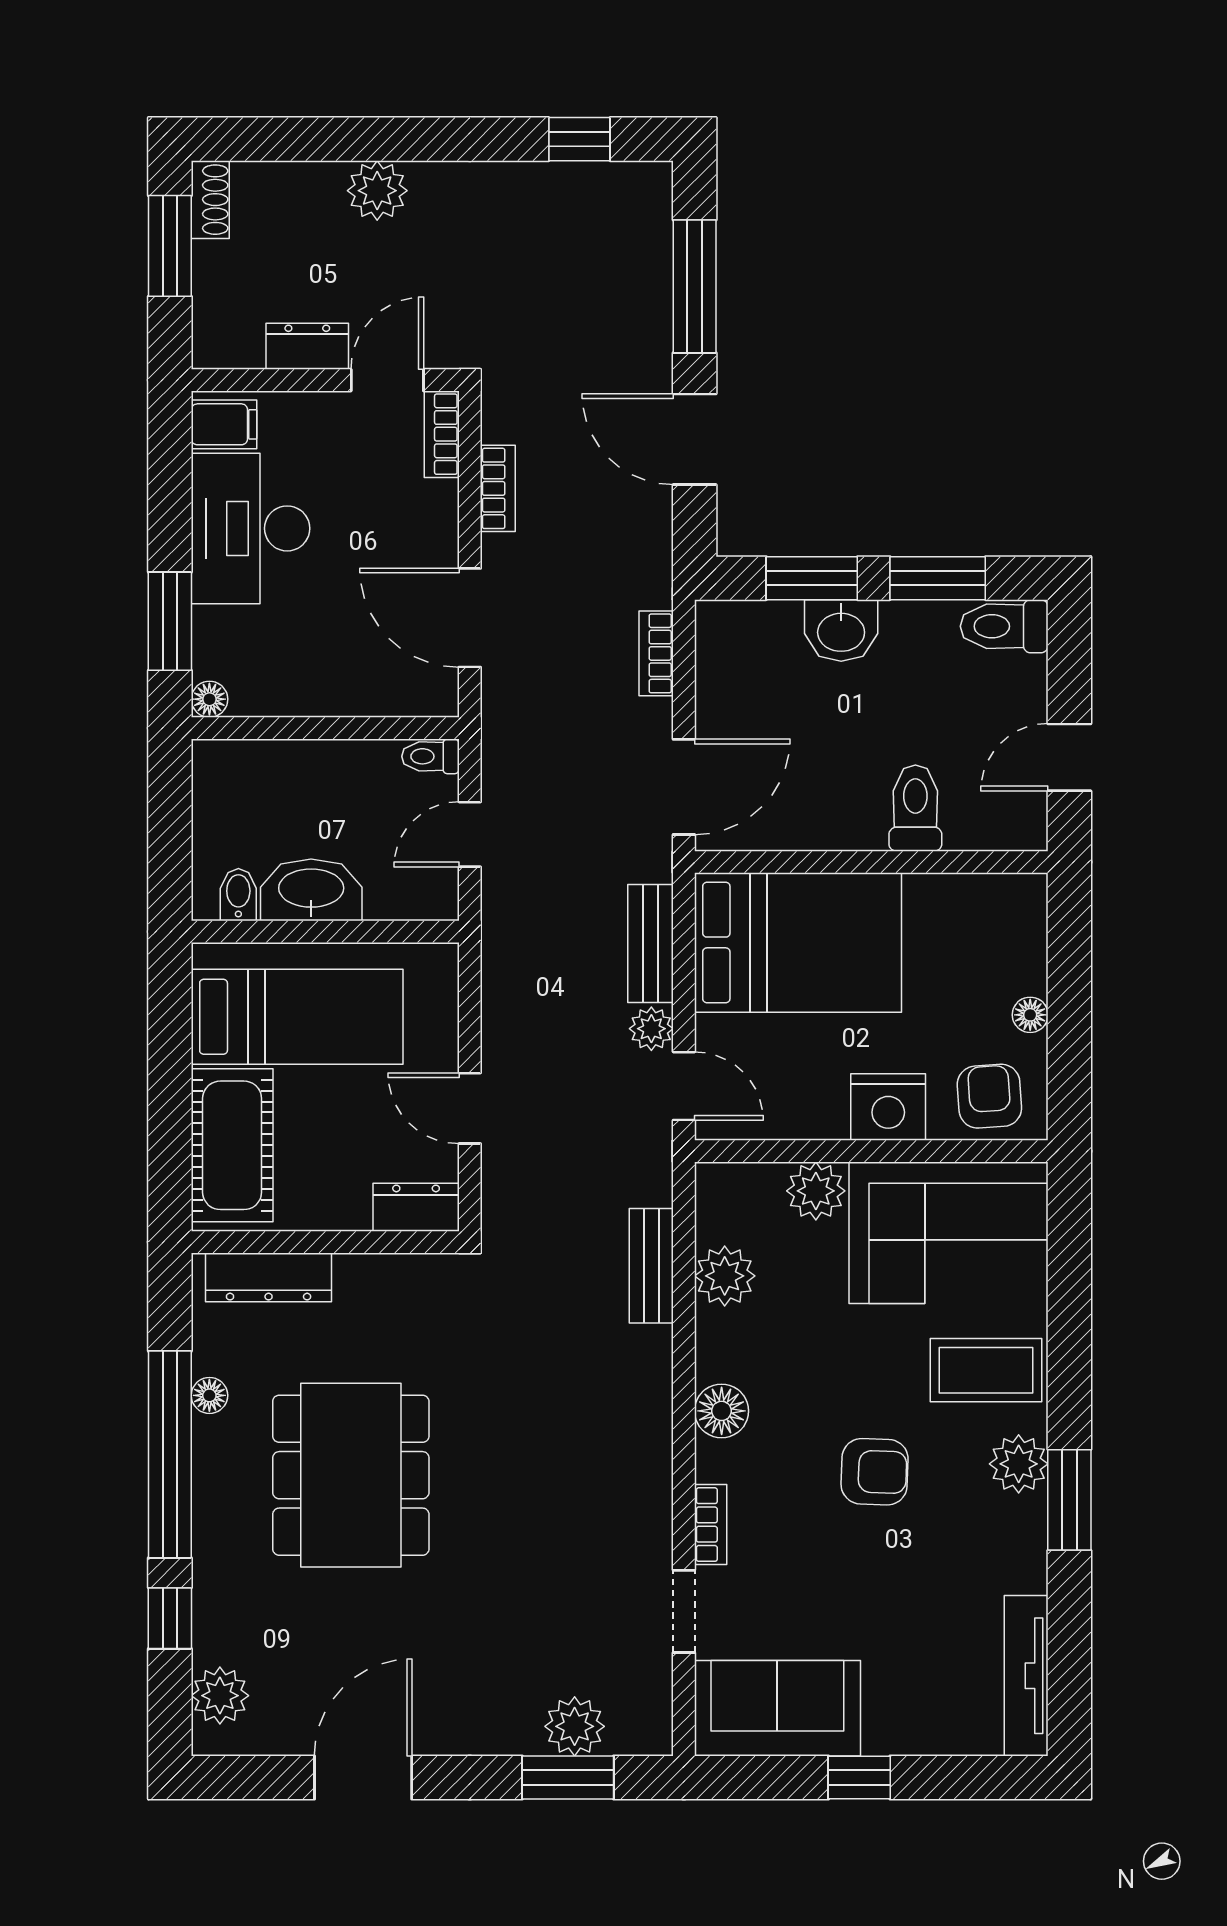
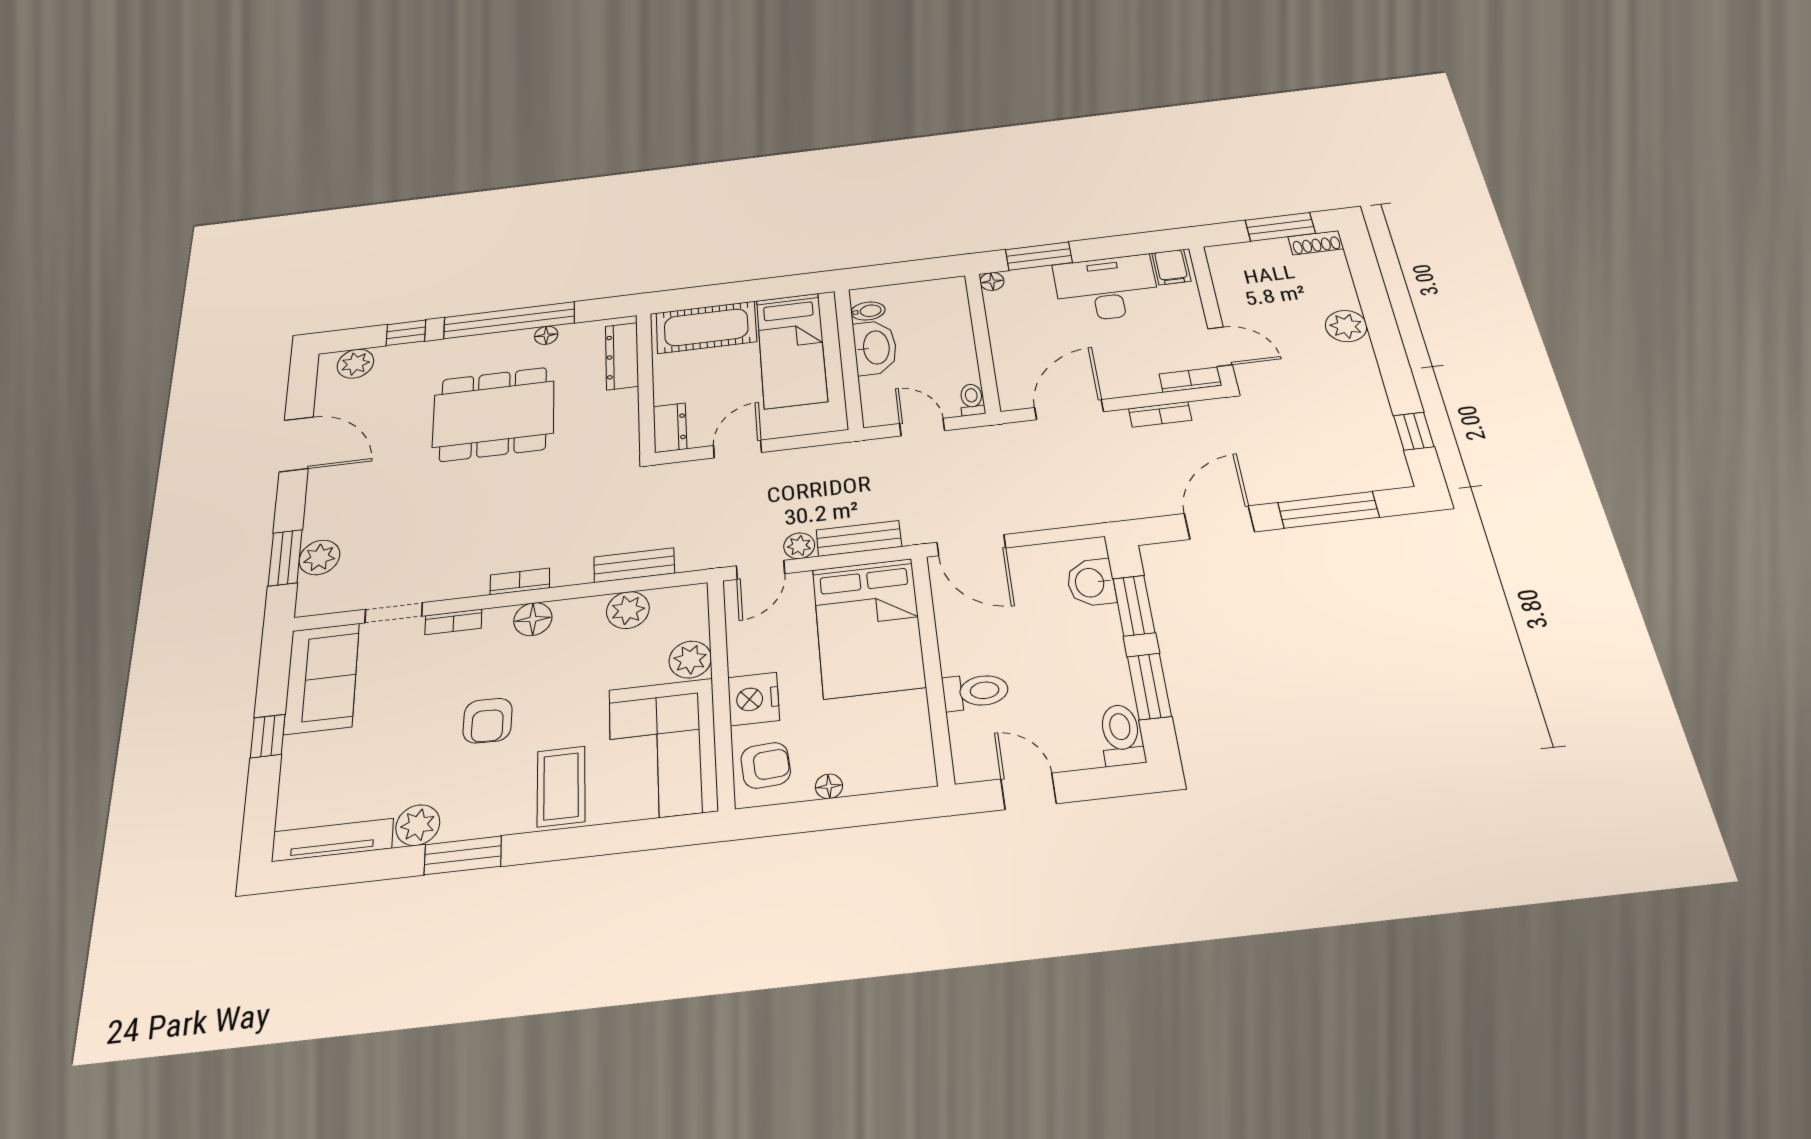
dresser: (307, 346) -> (1232, 303), removed
washbasin: (841, 630) -> (1091, 583), moved
bookcase: (656, 653) -> (520, 581), moved
plant: (1019, 1464) -> (418, 825), moved

